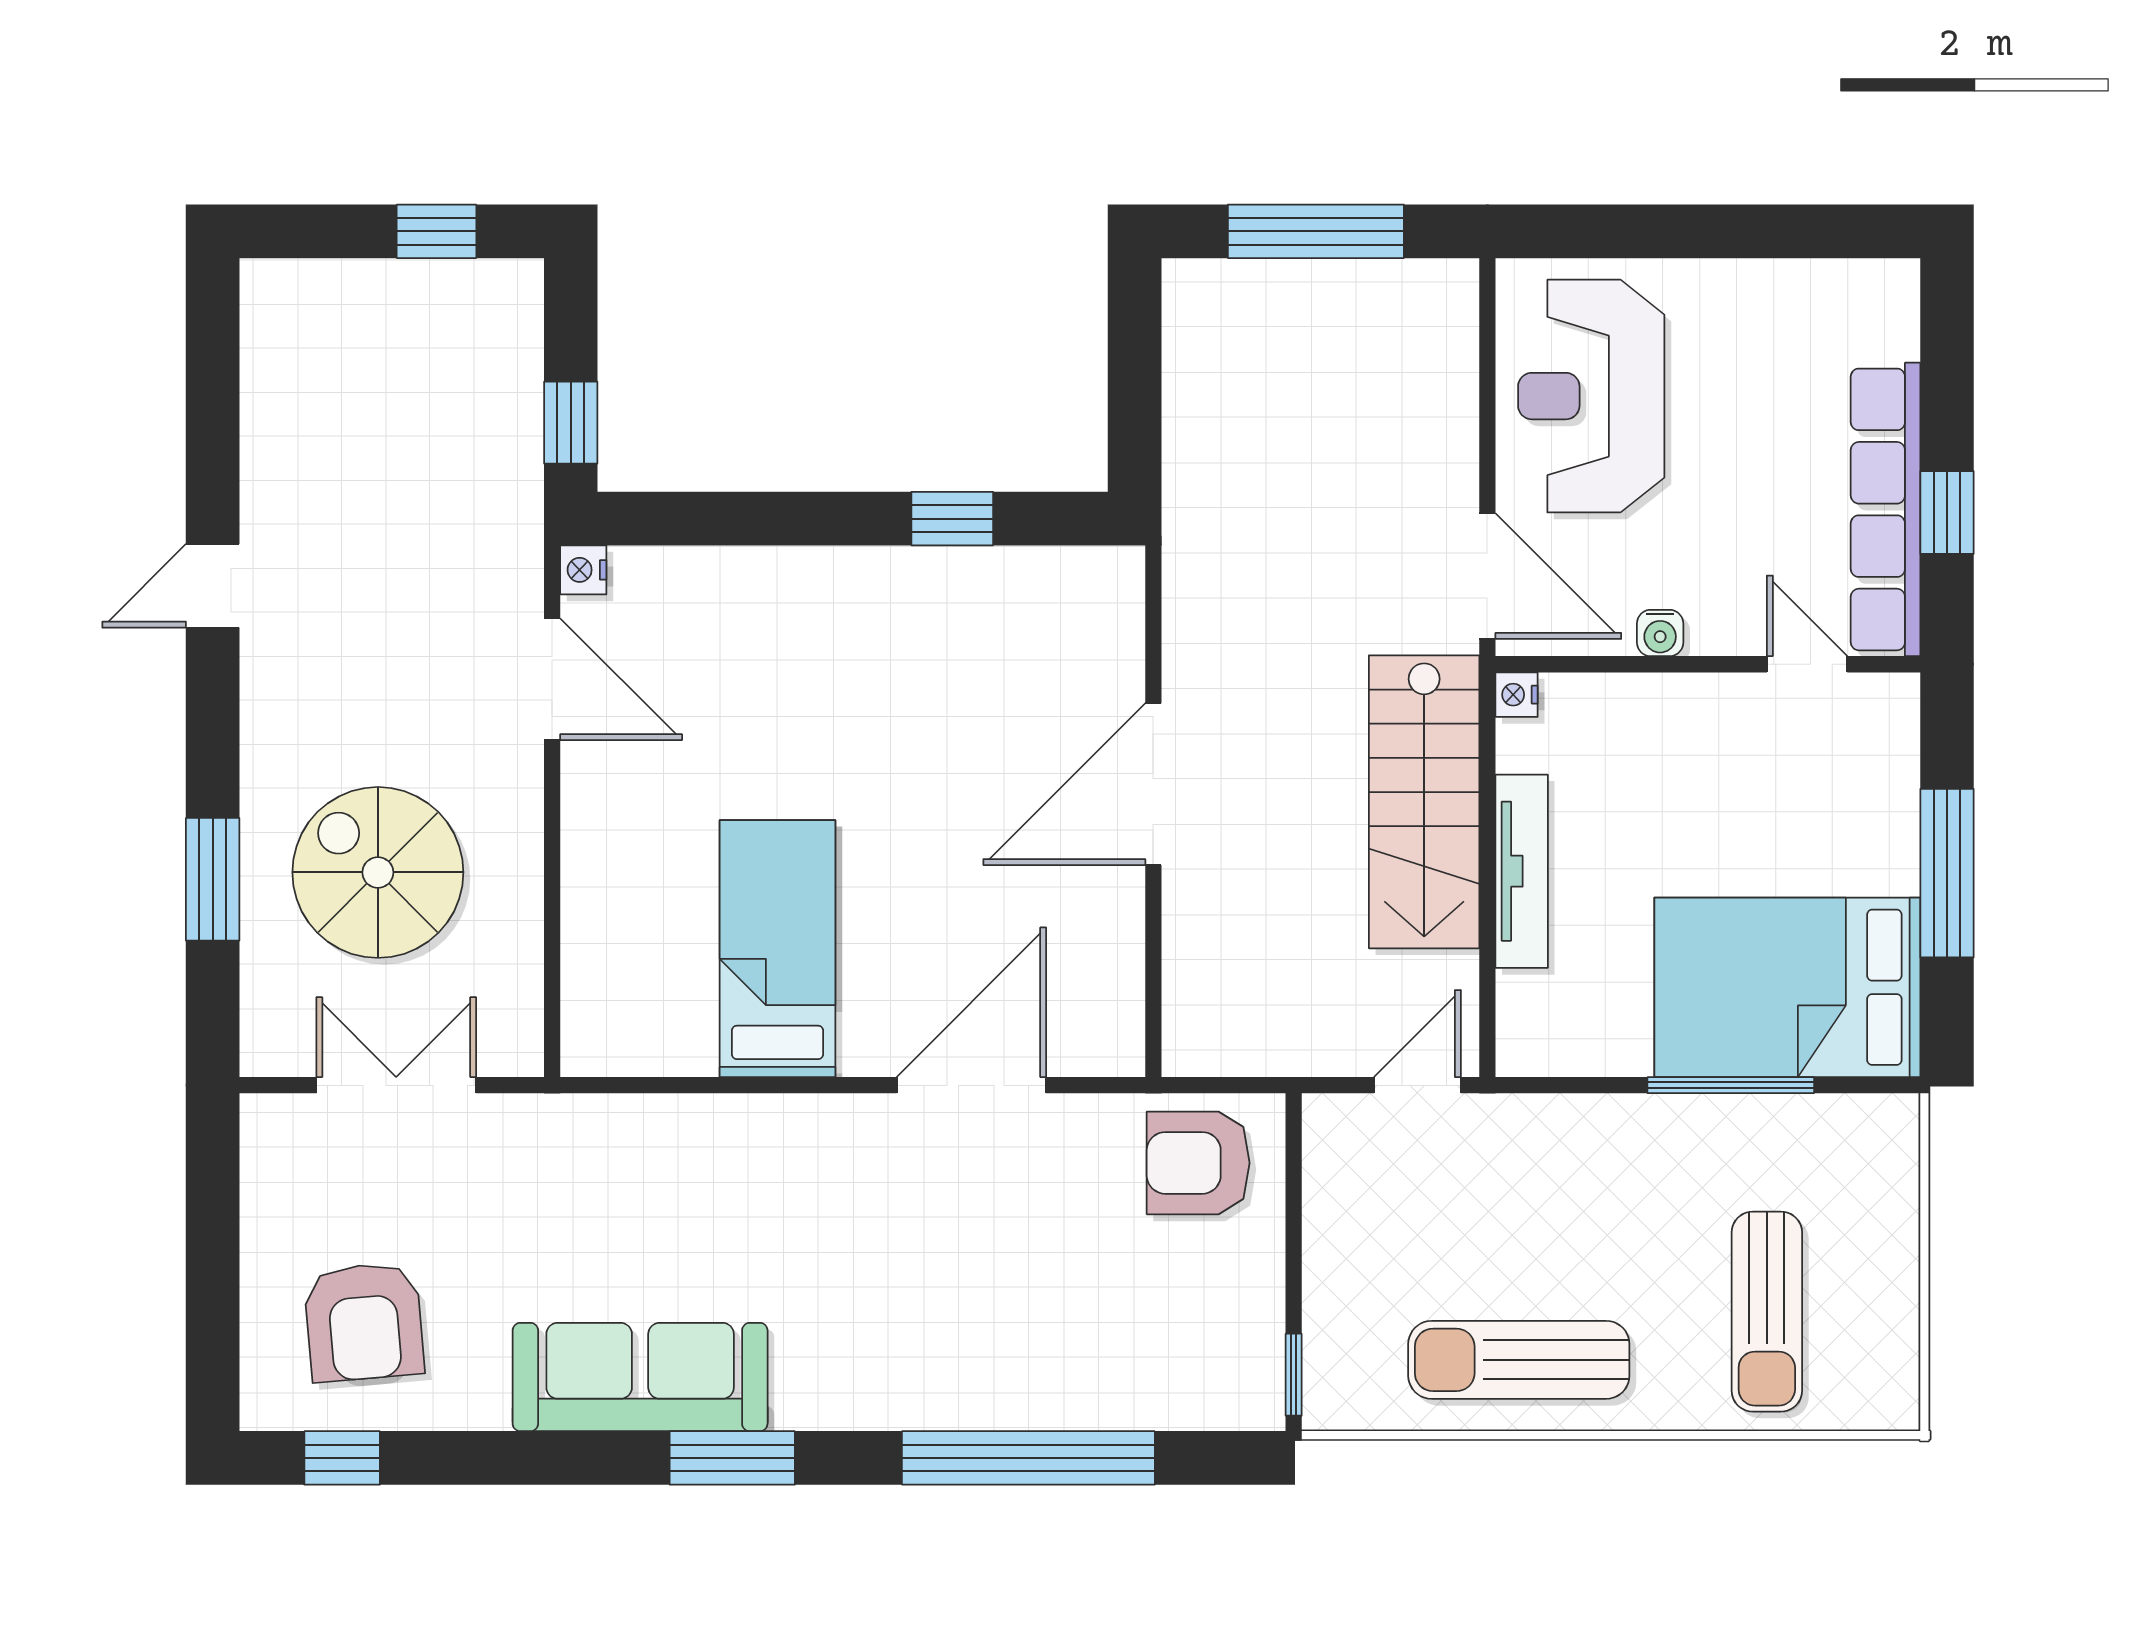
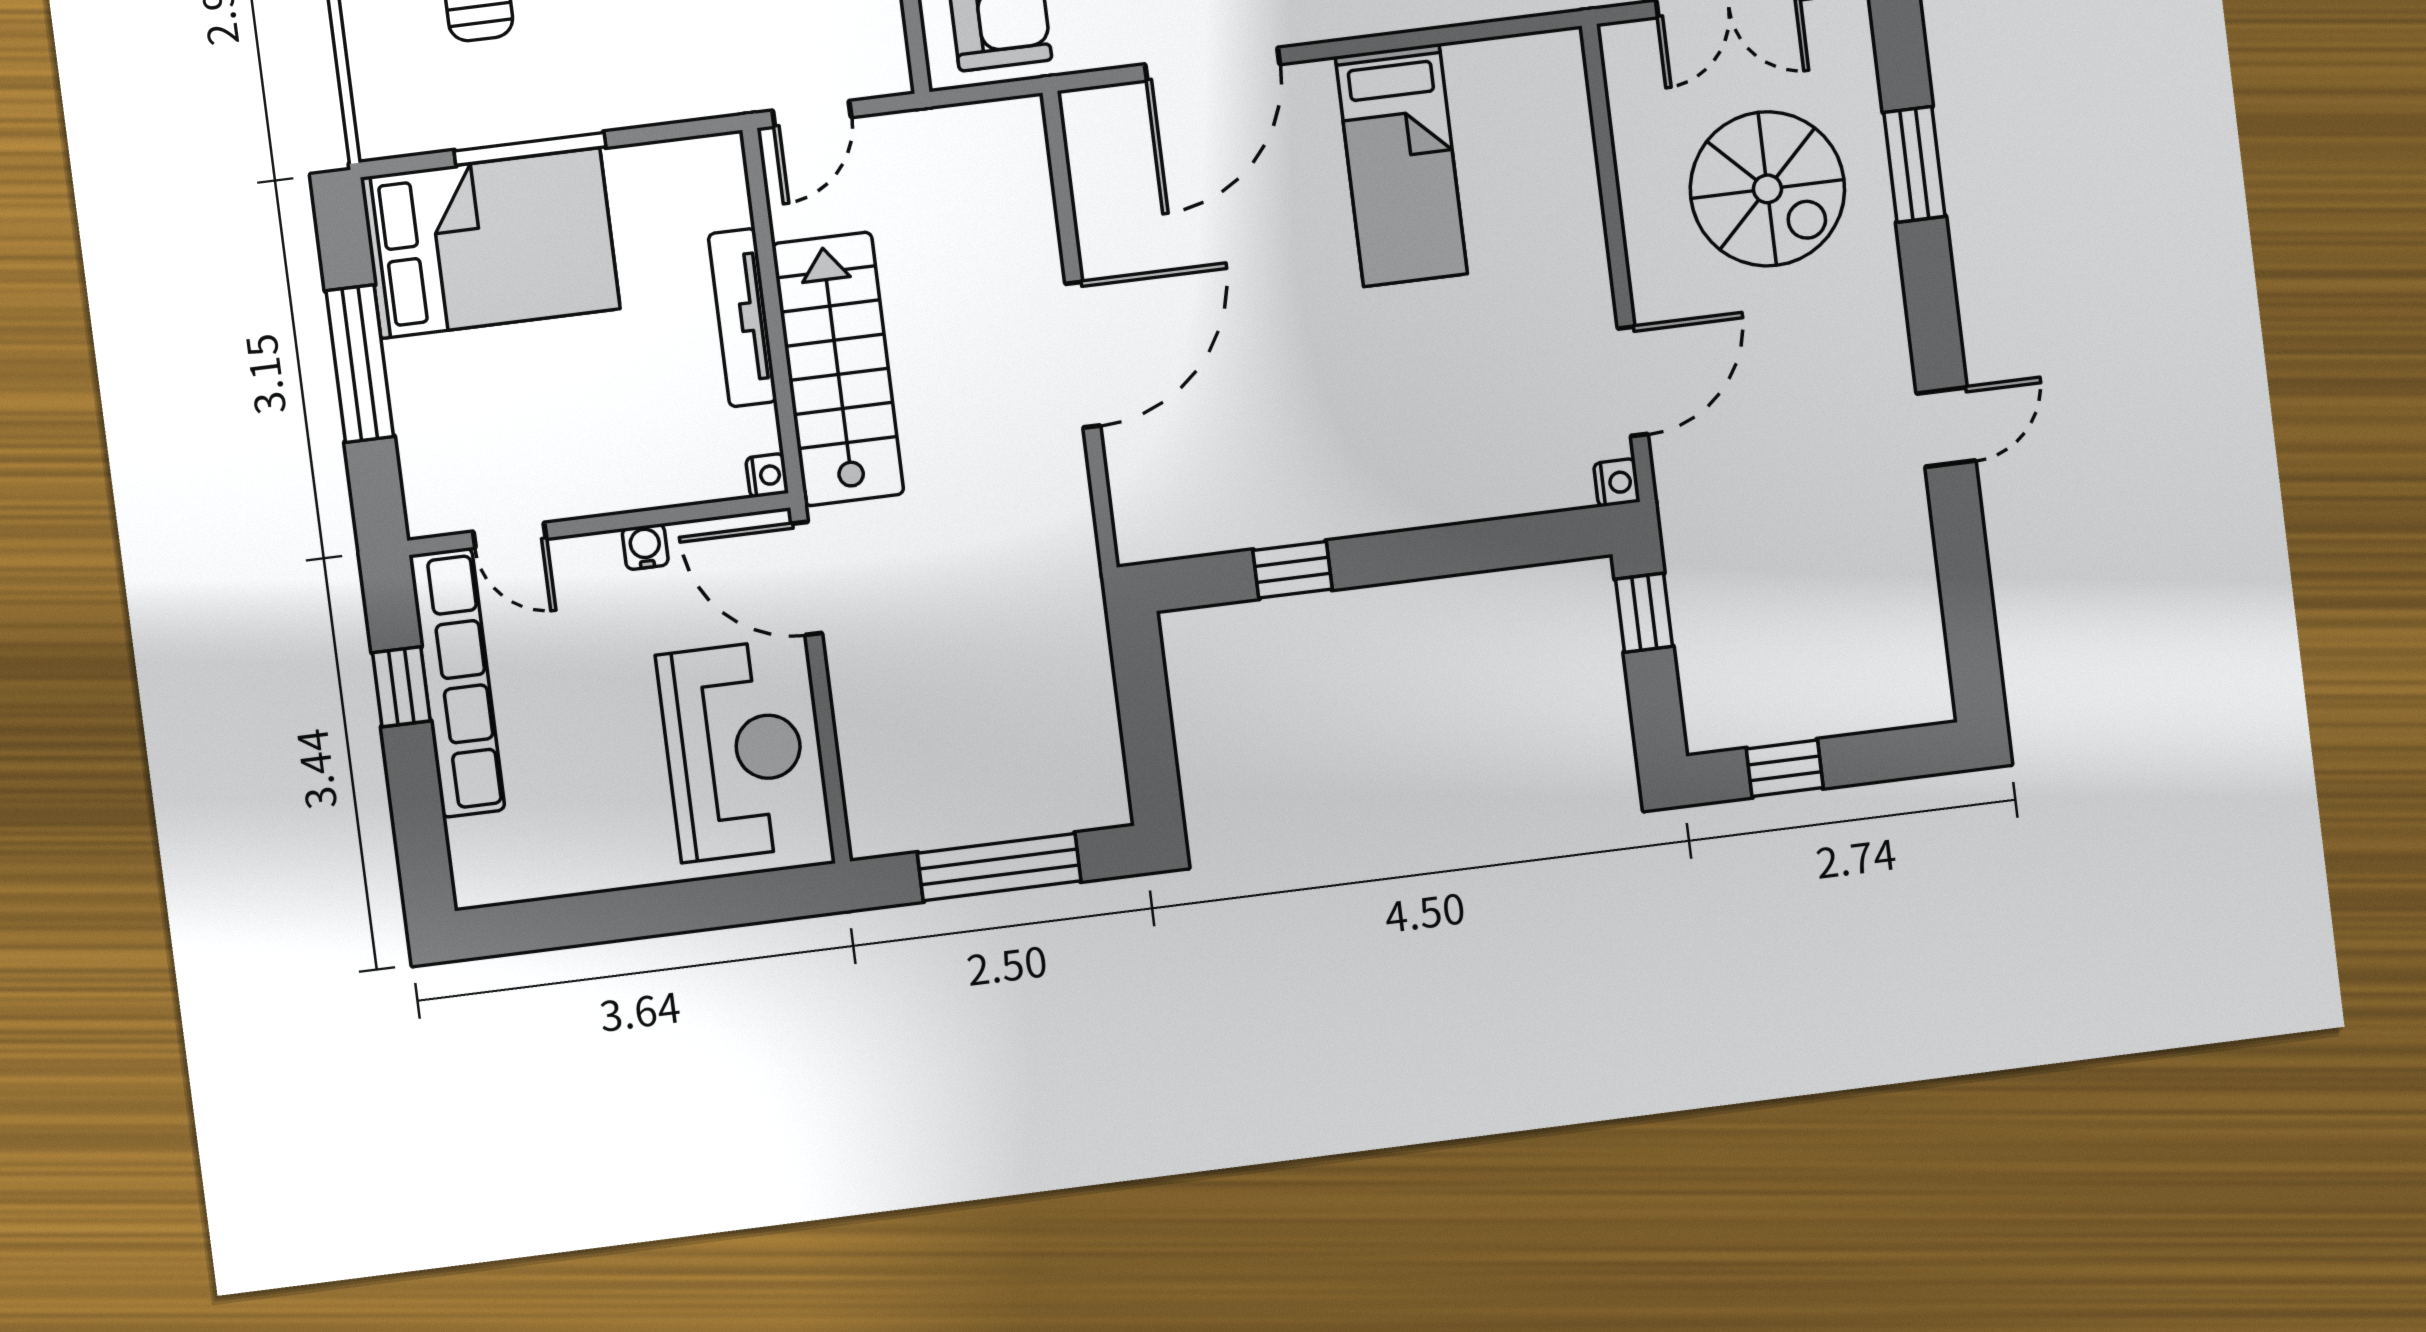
door: (552, 679) -> (1633, 381), swing flipped

